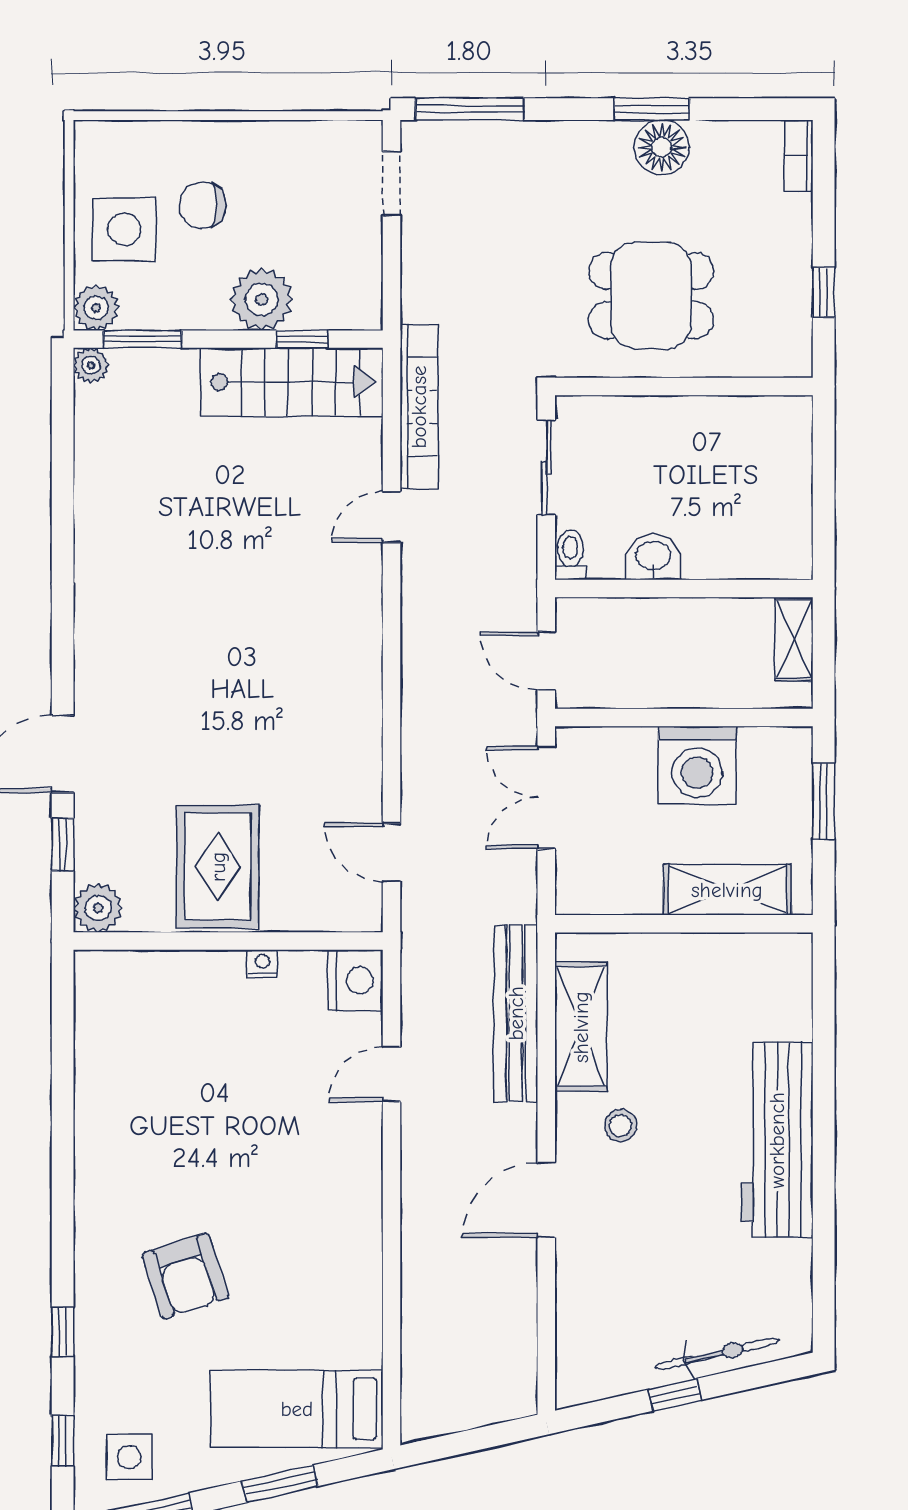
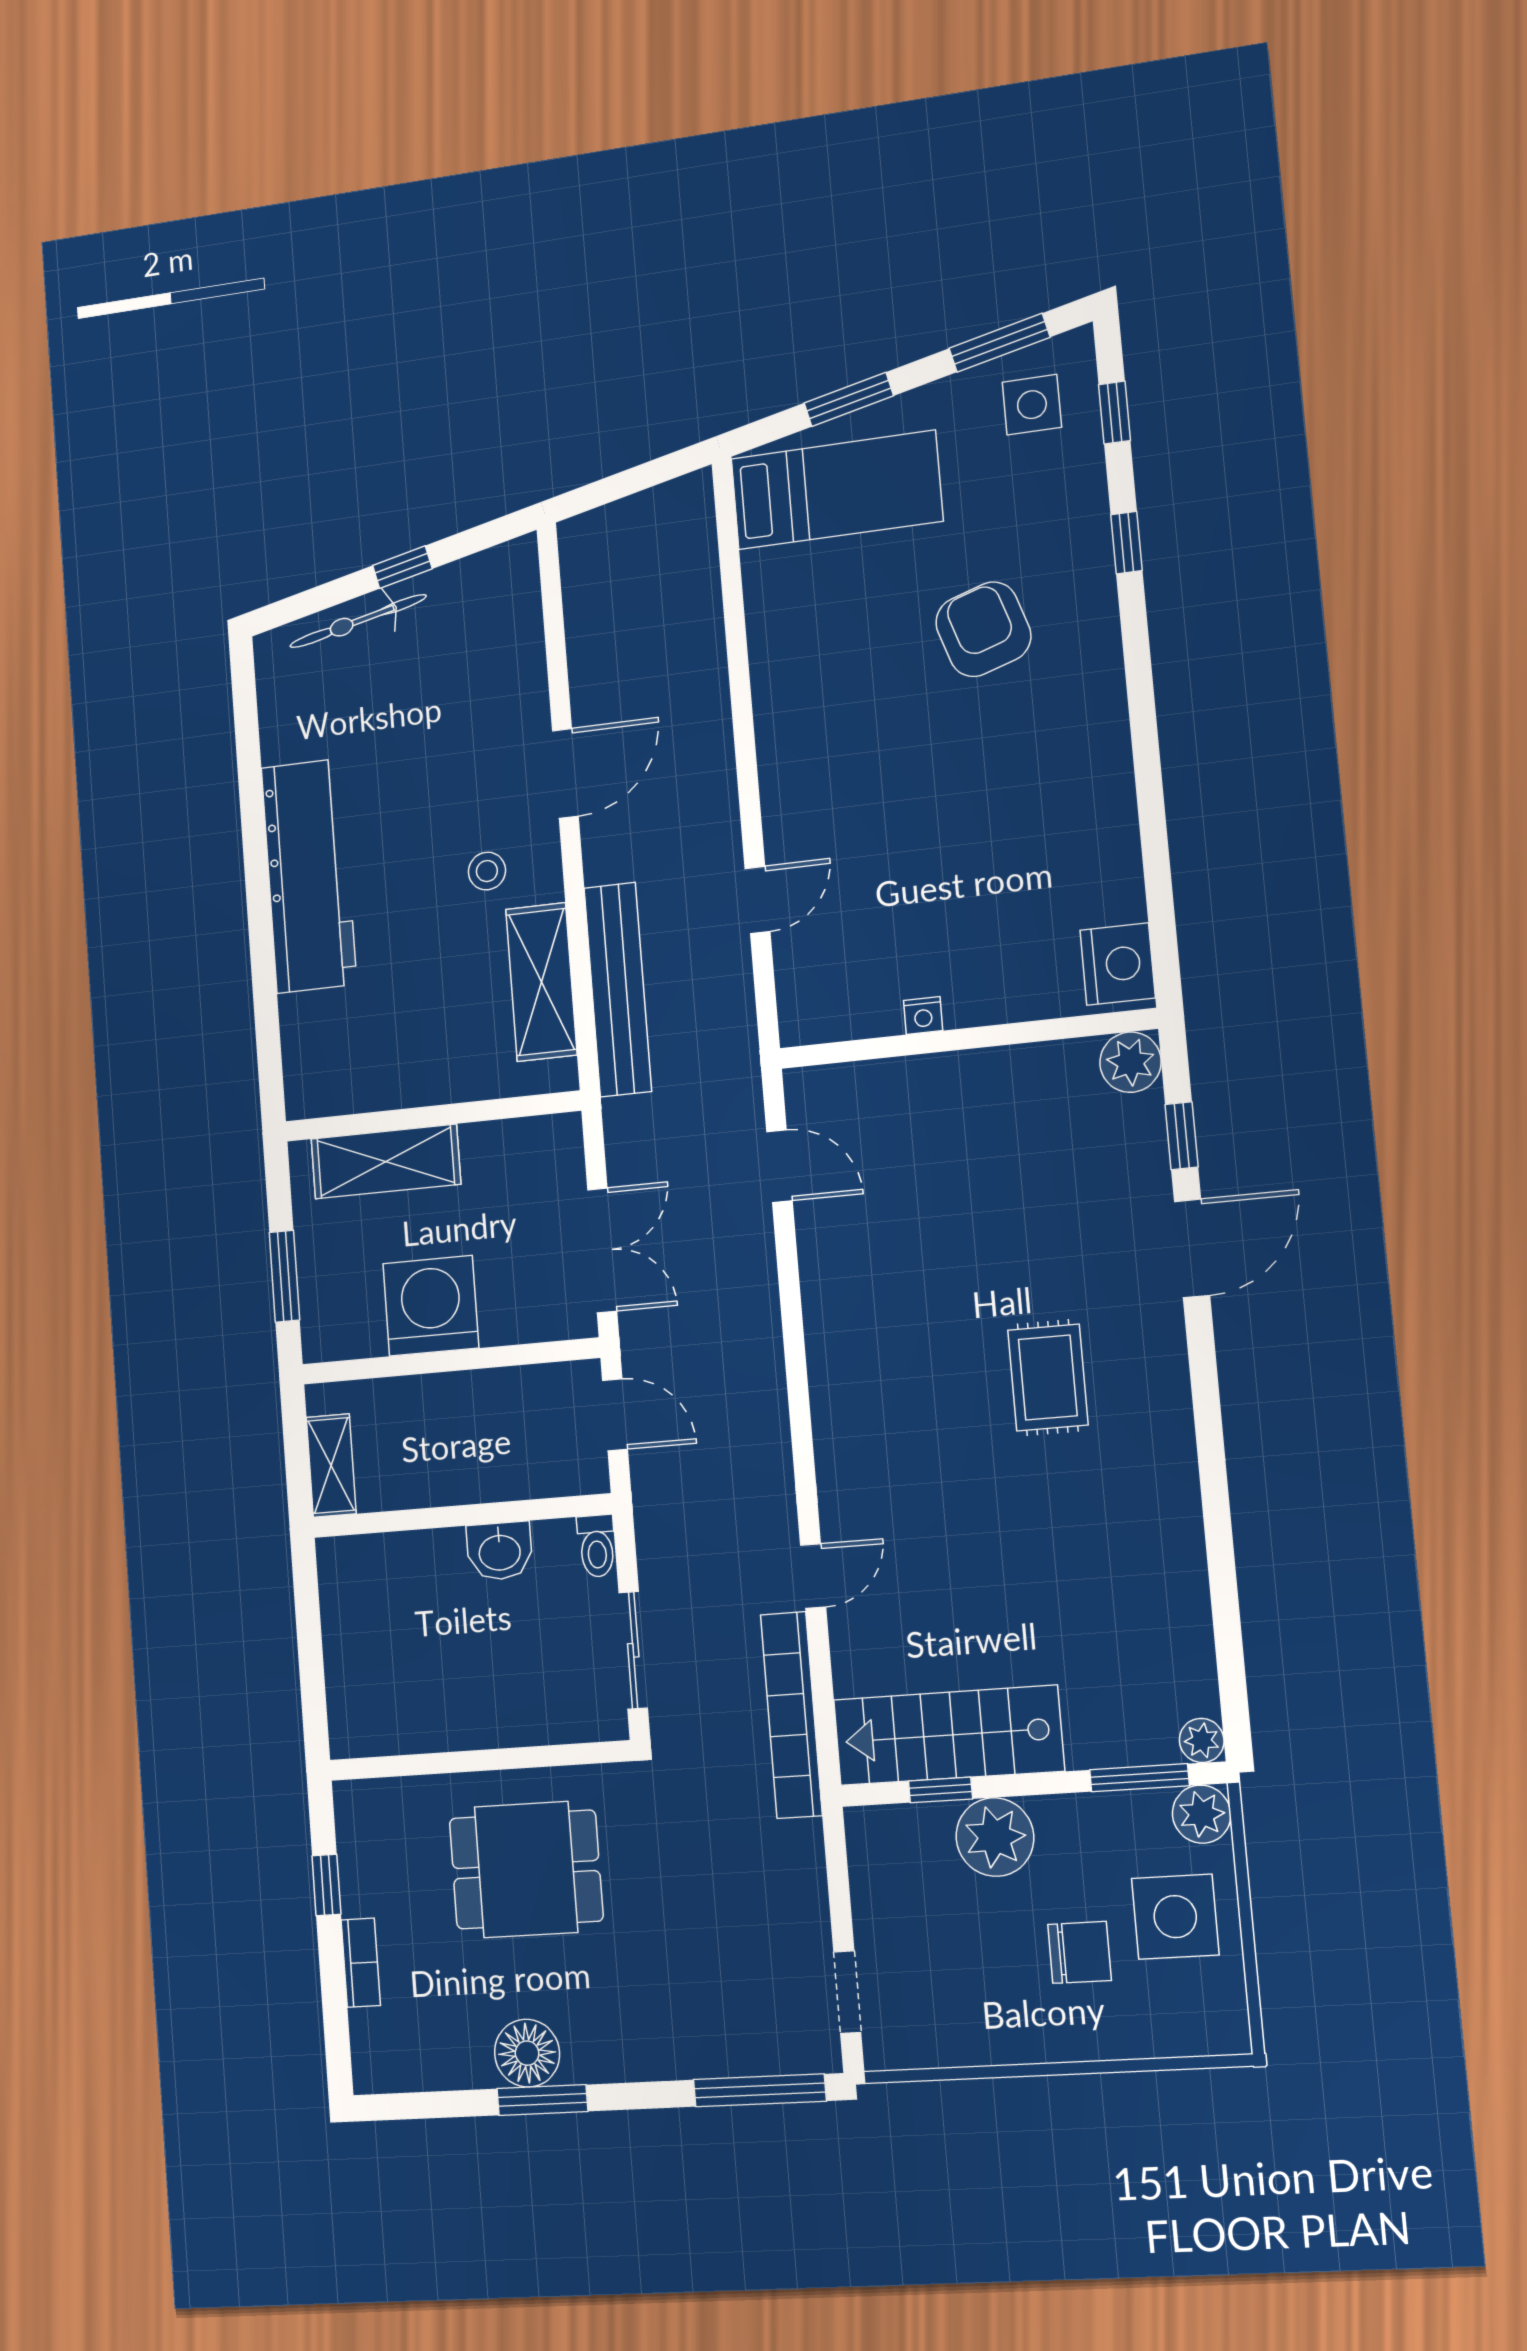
bookcase: (799, 156) -> (361, 1963), moved
rug: (218, 867) -> (1048, 1378), moved, width x0.73, depth x0.70
nightstand: (355, 980) -> (1118, 964), moved, turned 180

